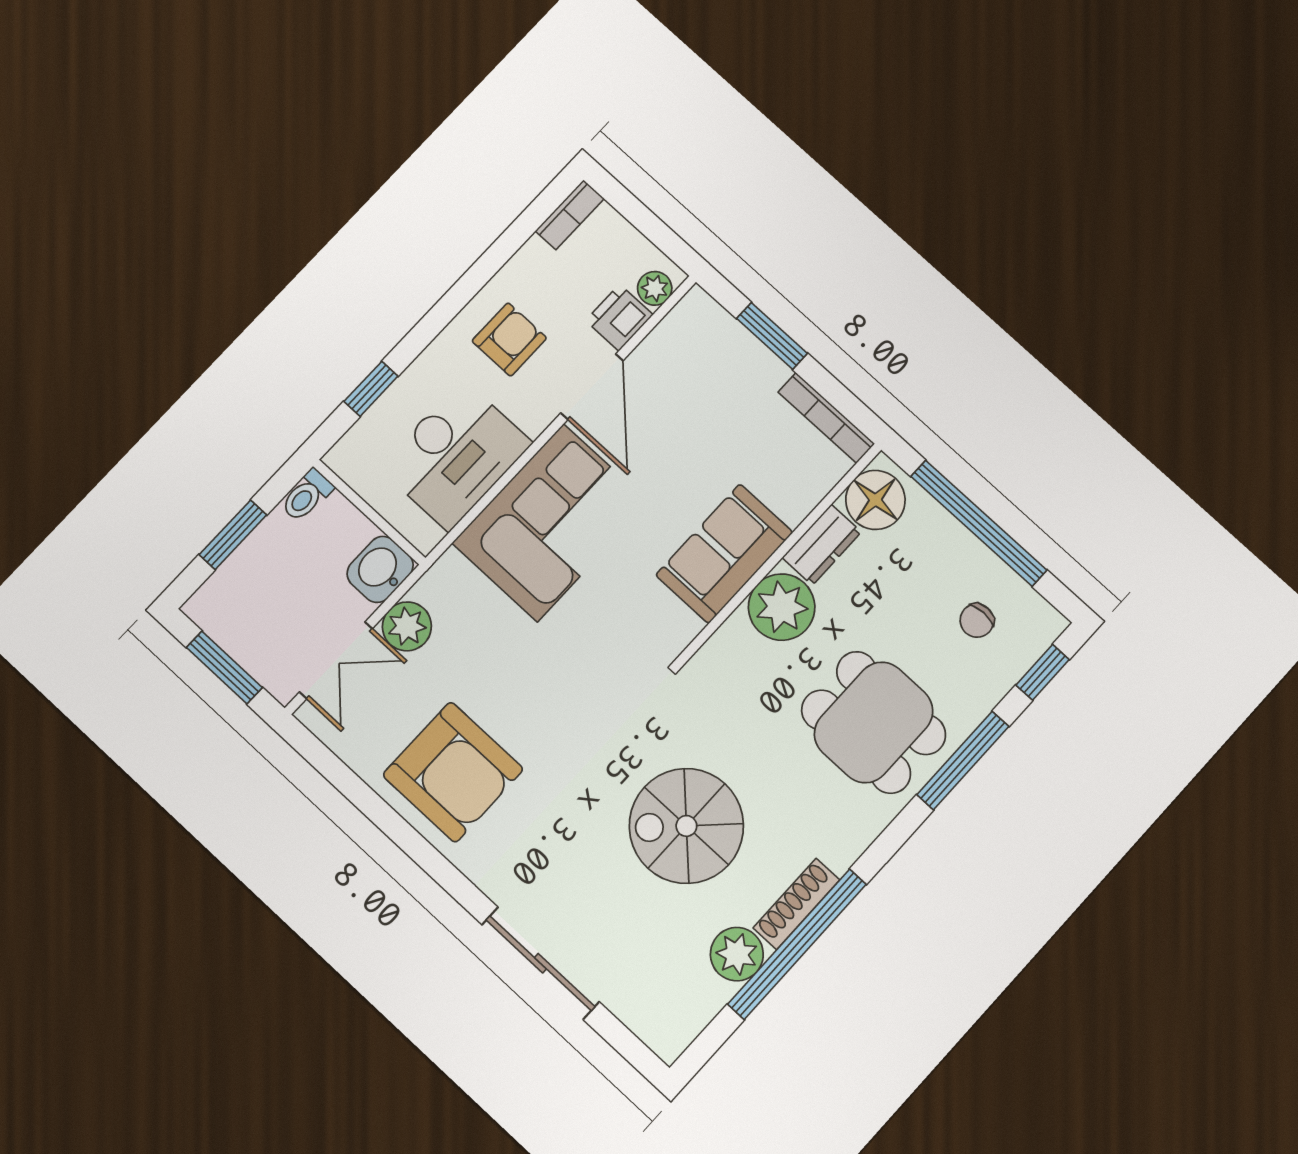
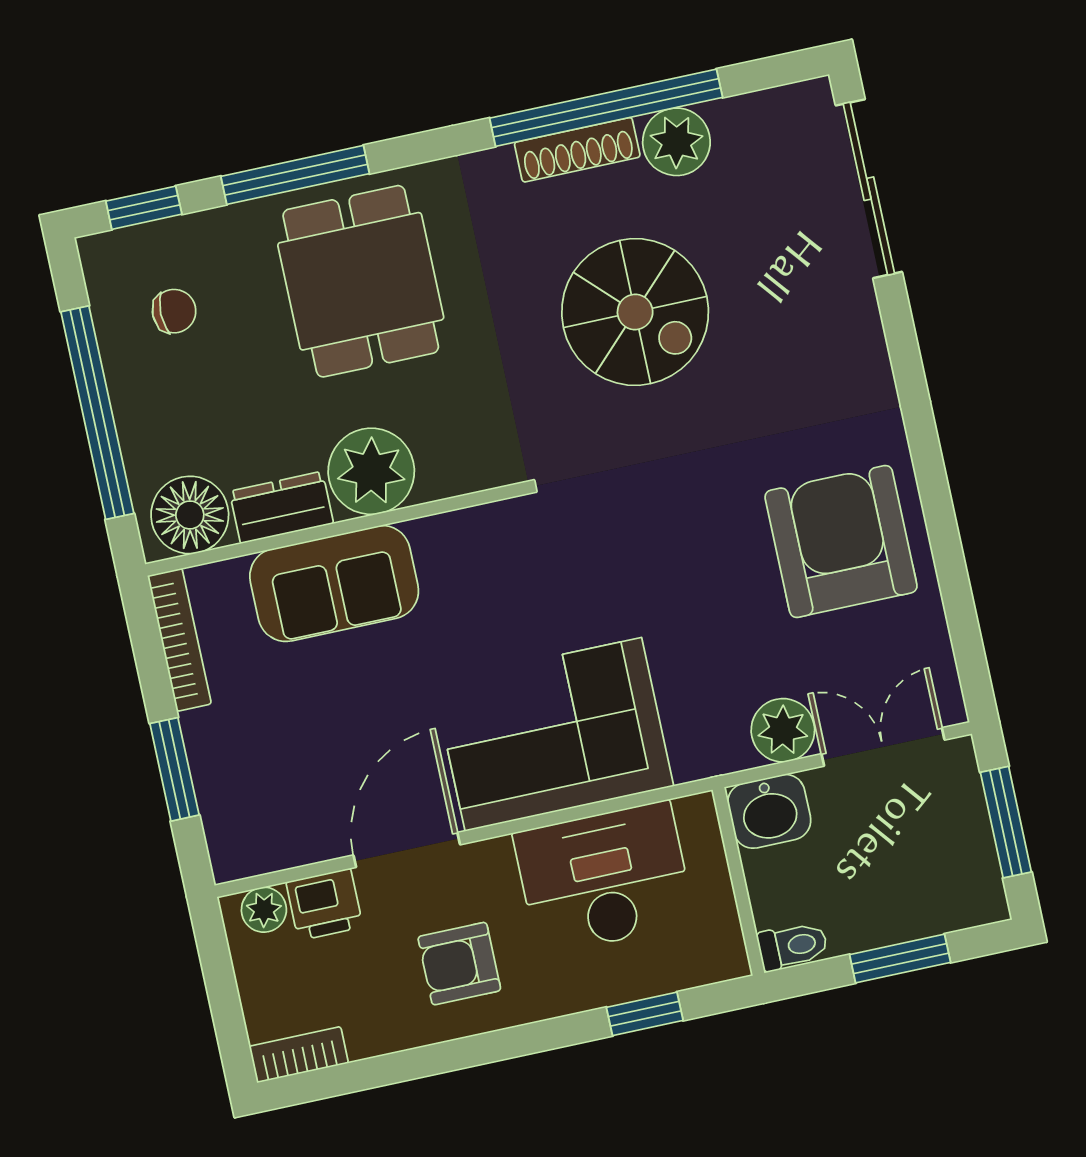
sofa: (724, 554) -> (334, 583), moved
sliding door: (540, 963) -> (869, 189), moved

